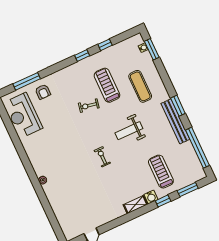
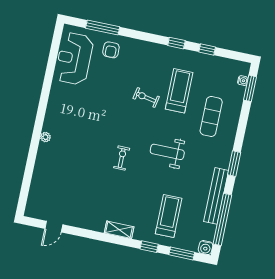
bench: (175, 121) -> (216, 196), moved
water cooler: (151, 197) -> (206, 248), moved

